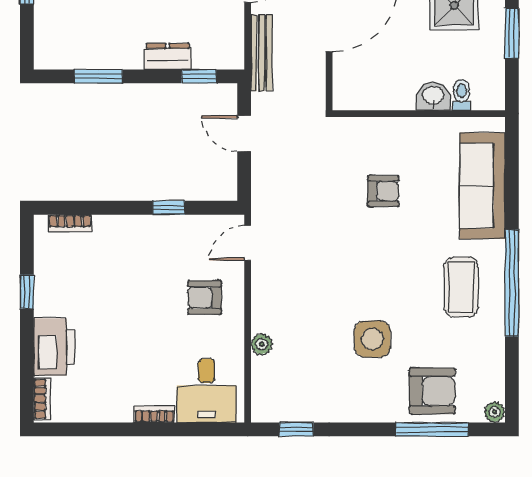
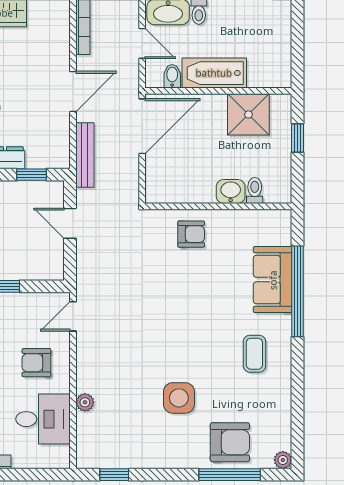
window: (512, 33) -> (297, 138), width x0.67
sofa: (482, 186) -> (273, 280), width x0.73
armchair: (383, 191) -> (191, 234), moved
window: (512, 283) -> (297, 291), moved
coffee table: (461, 287) -> (254, 354), width x0.73, depth x0.77
desk: (206, 391) -> (43, 419), moved, turned -90

